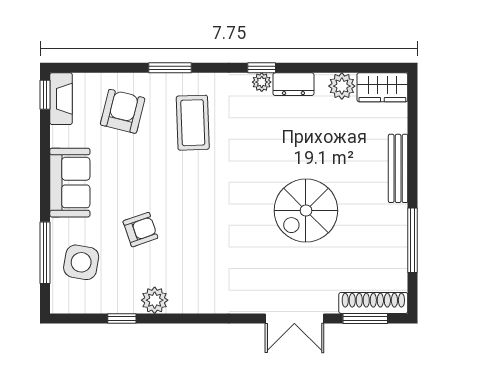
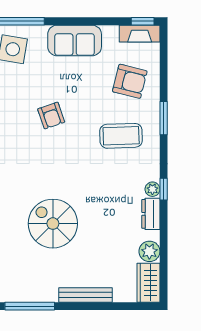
armchair: (140, 230) -> (51, 116), moved

